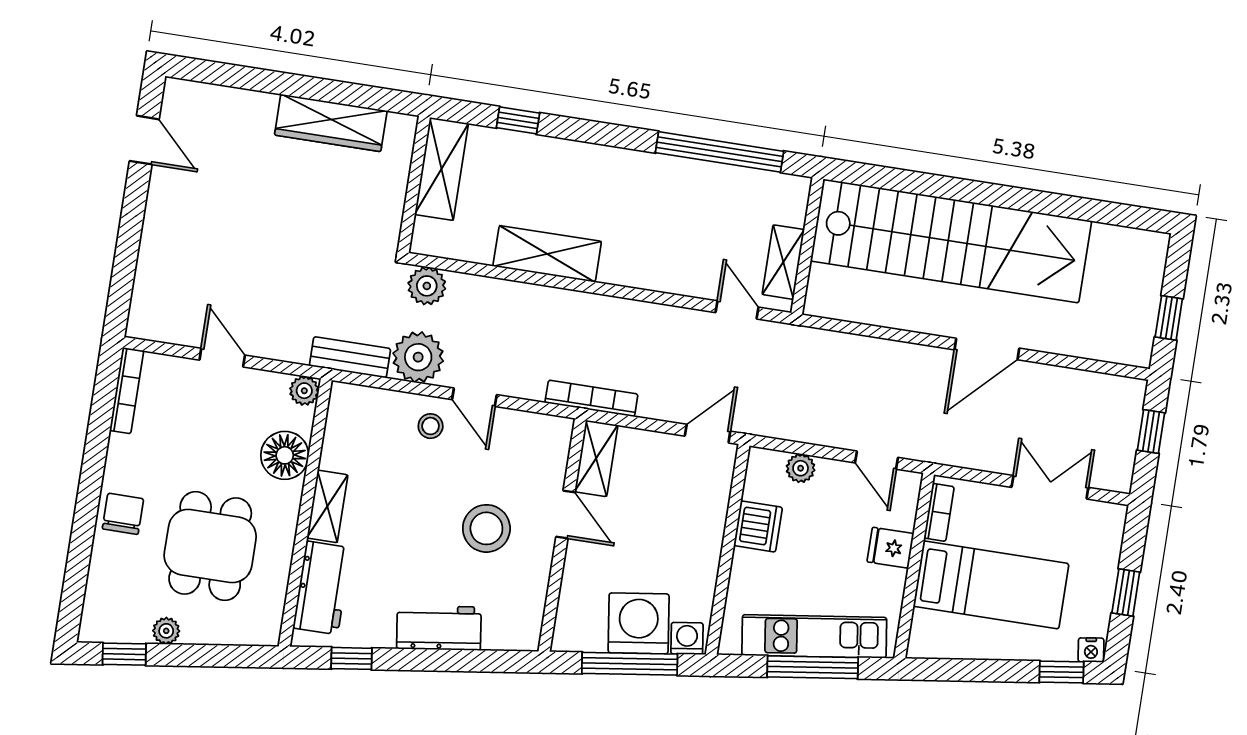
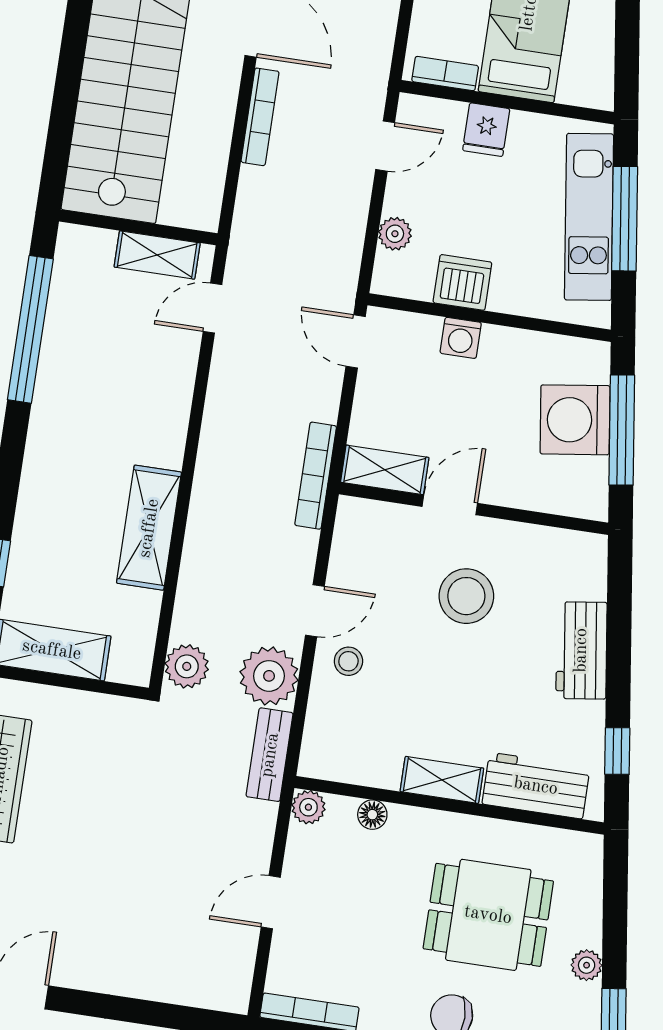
bookcase: (902, 352) -> (260, 117), added
floor lamp: (285, 455) -> (372, 815), width x0.53, depth x0.53
washing machine: (687, 638) -> (461, 338), moved, turned -82

